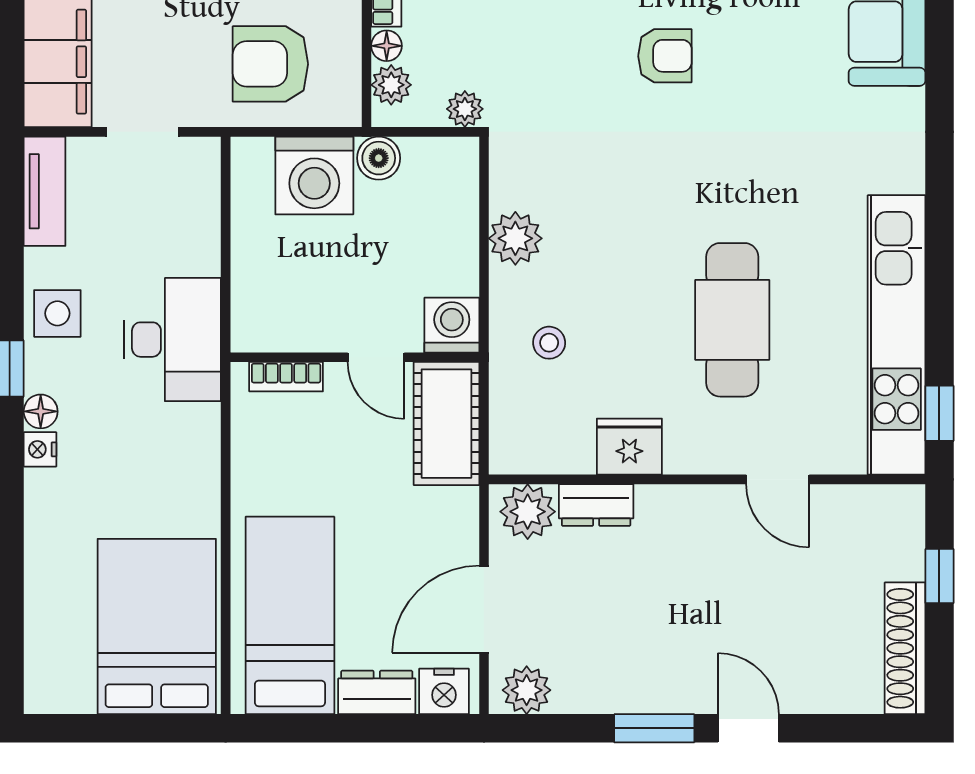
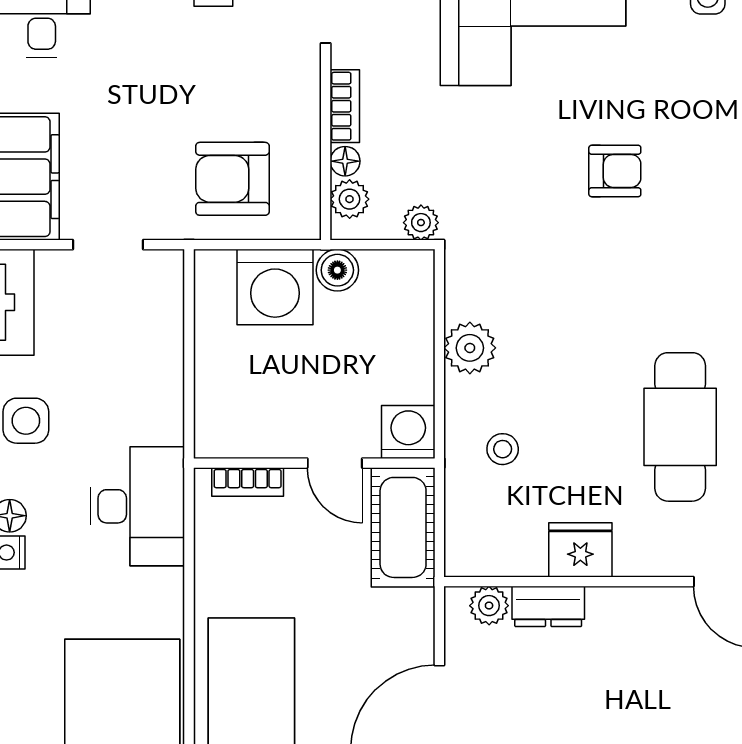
desk: (173, 340) -> (138, 506), moved
plant: (528, 512) -> (489, 606), width x0.73, depth x0.73

